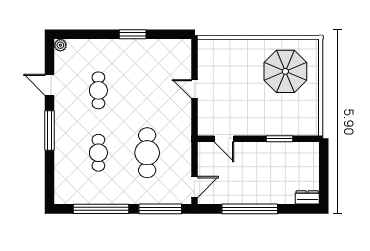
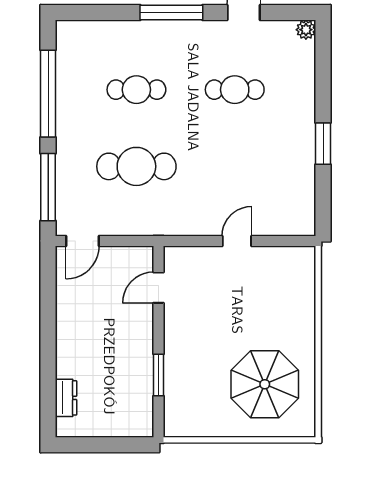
door: (194, 187) -> (82, 241), hinge flipped
dresser: (307, 197) -> (66, 398), moved
window: (250, 209) -> (48, 328), removed

